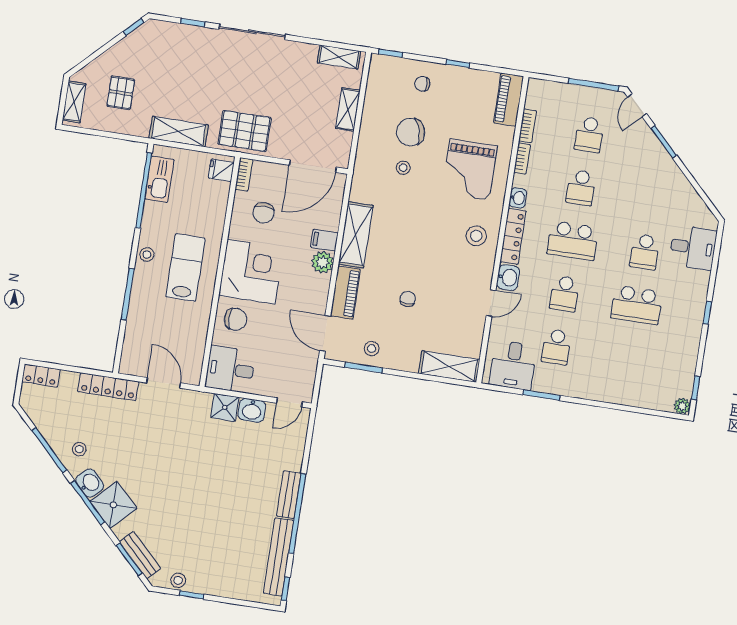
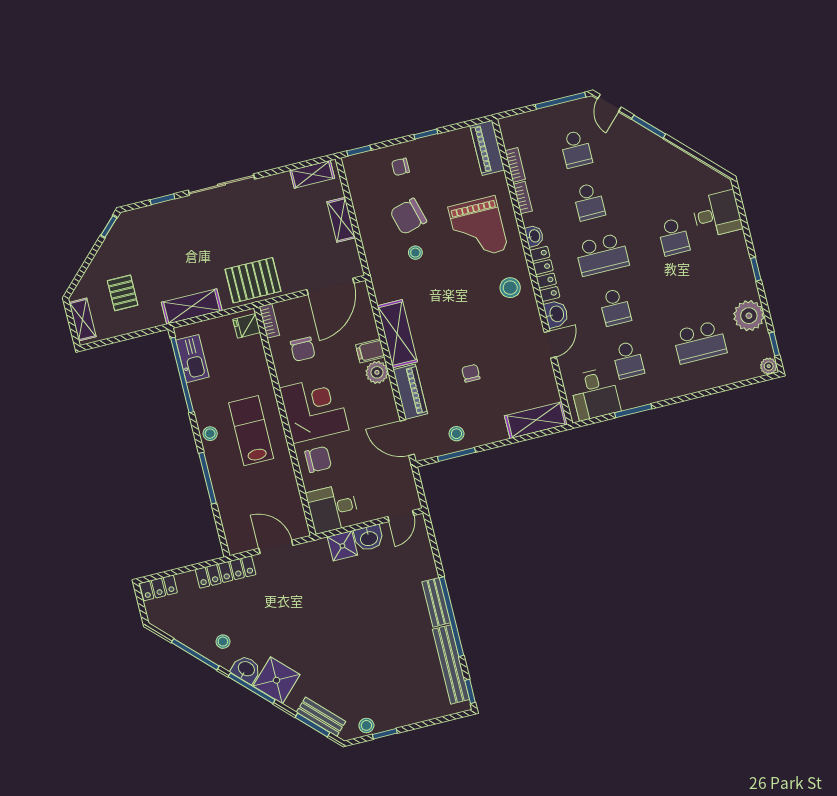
school desk: (637, 305) -> (700, 342), moved
plant: (683, 352) -> (749, 316), added

